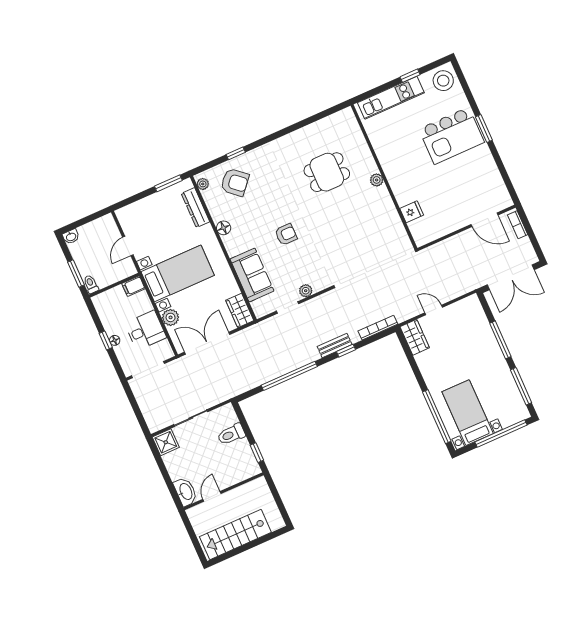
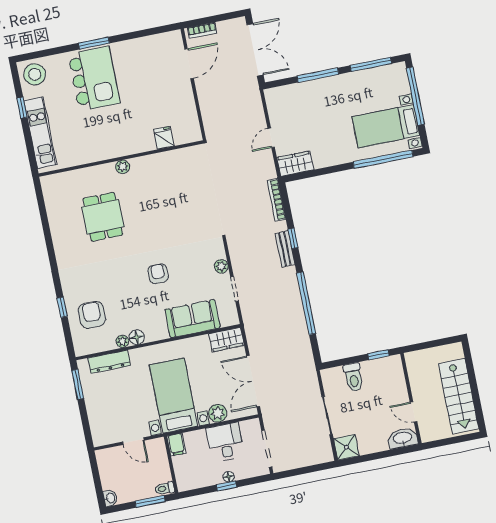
armchair: (235, 182) -> (92, 315), turned -41
plant: (203, 184) -> (122, 341), moved

